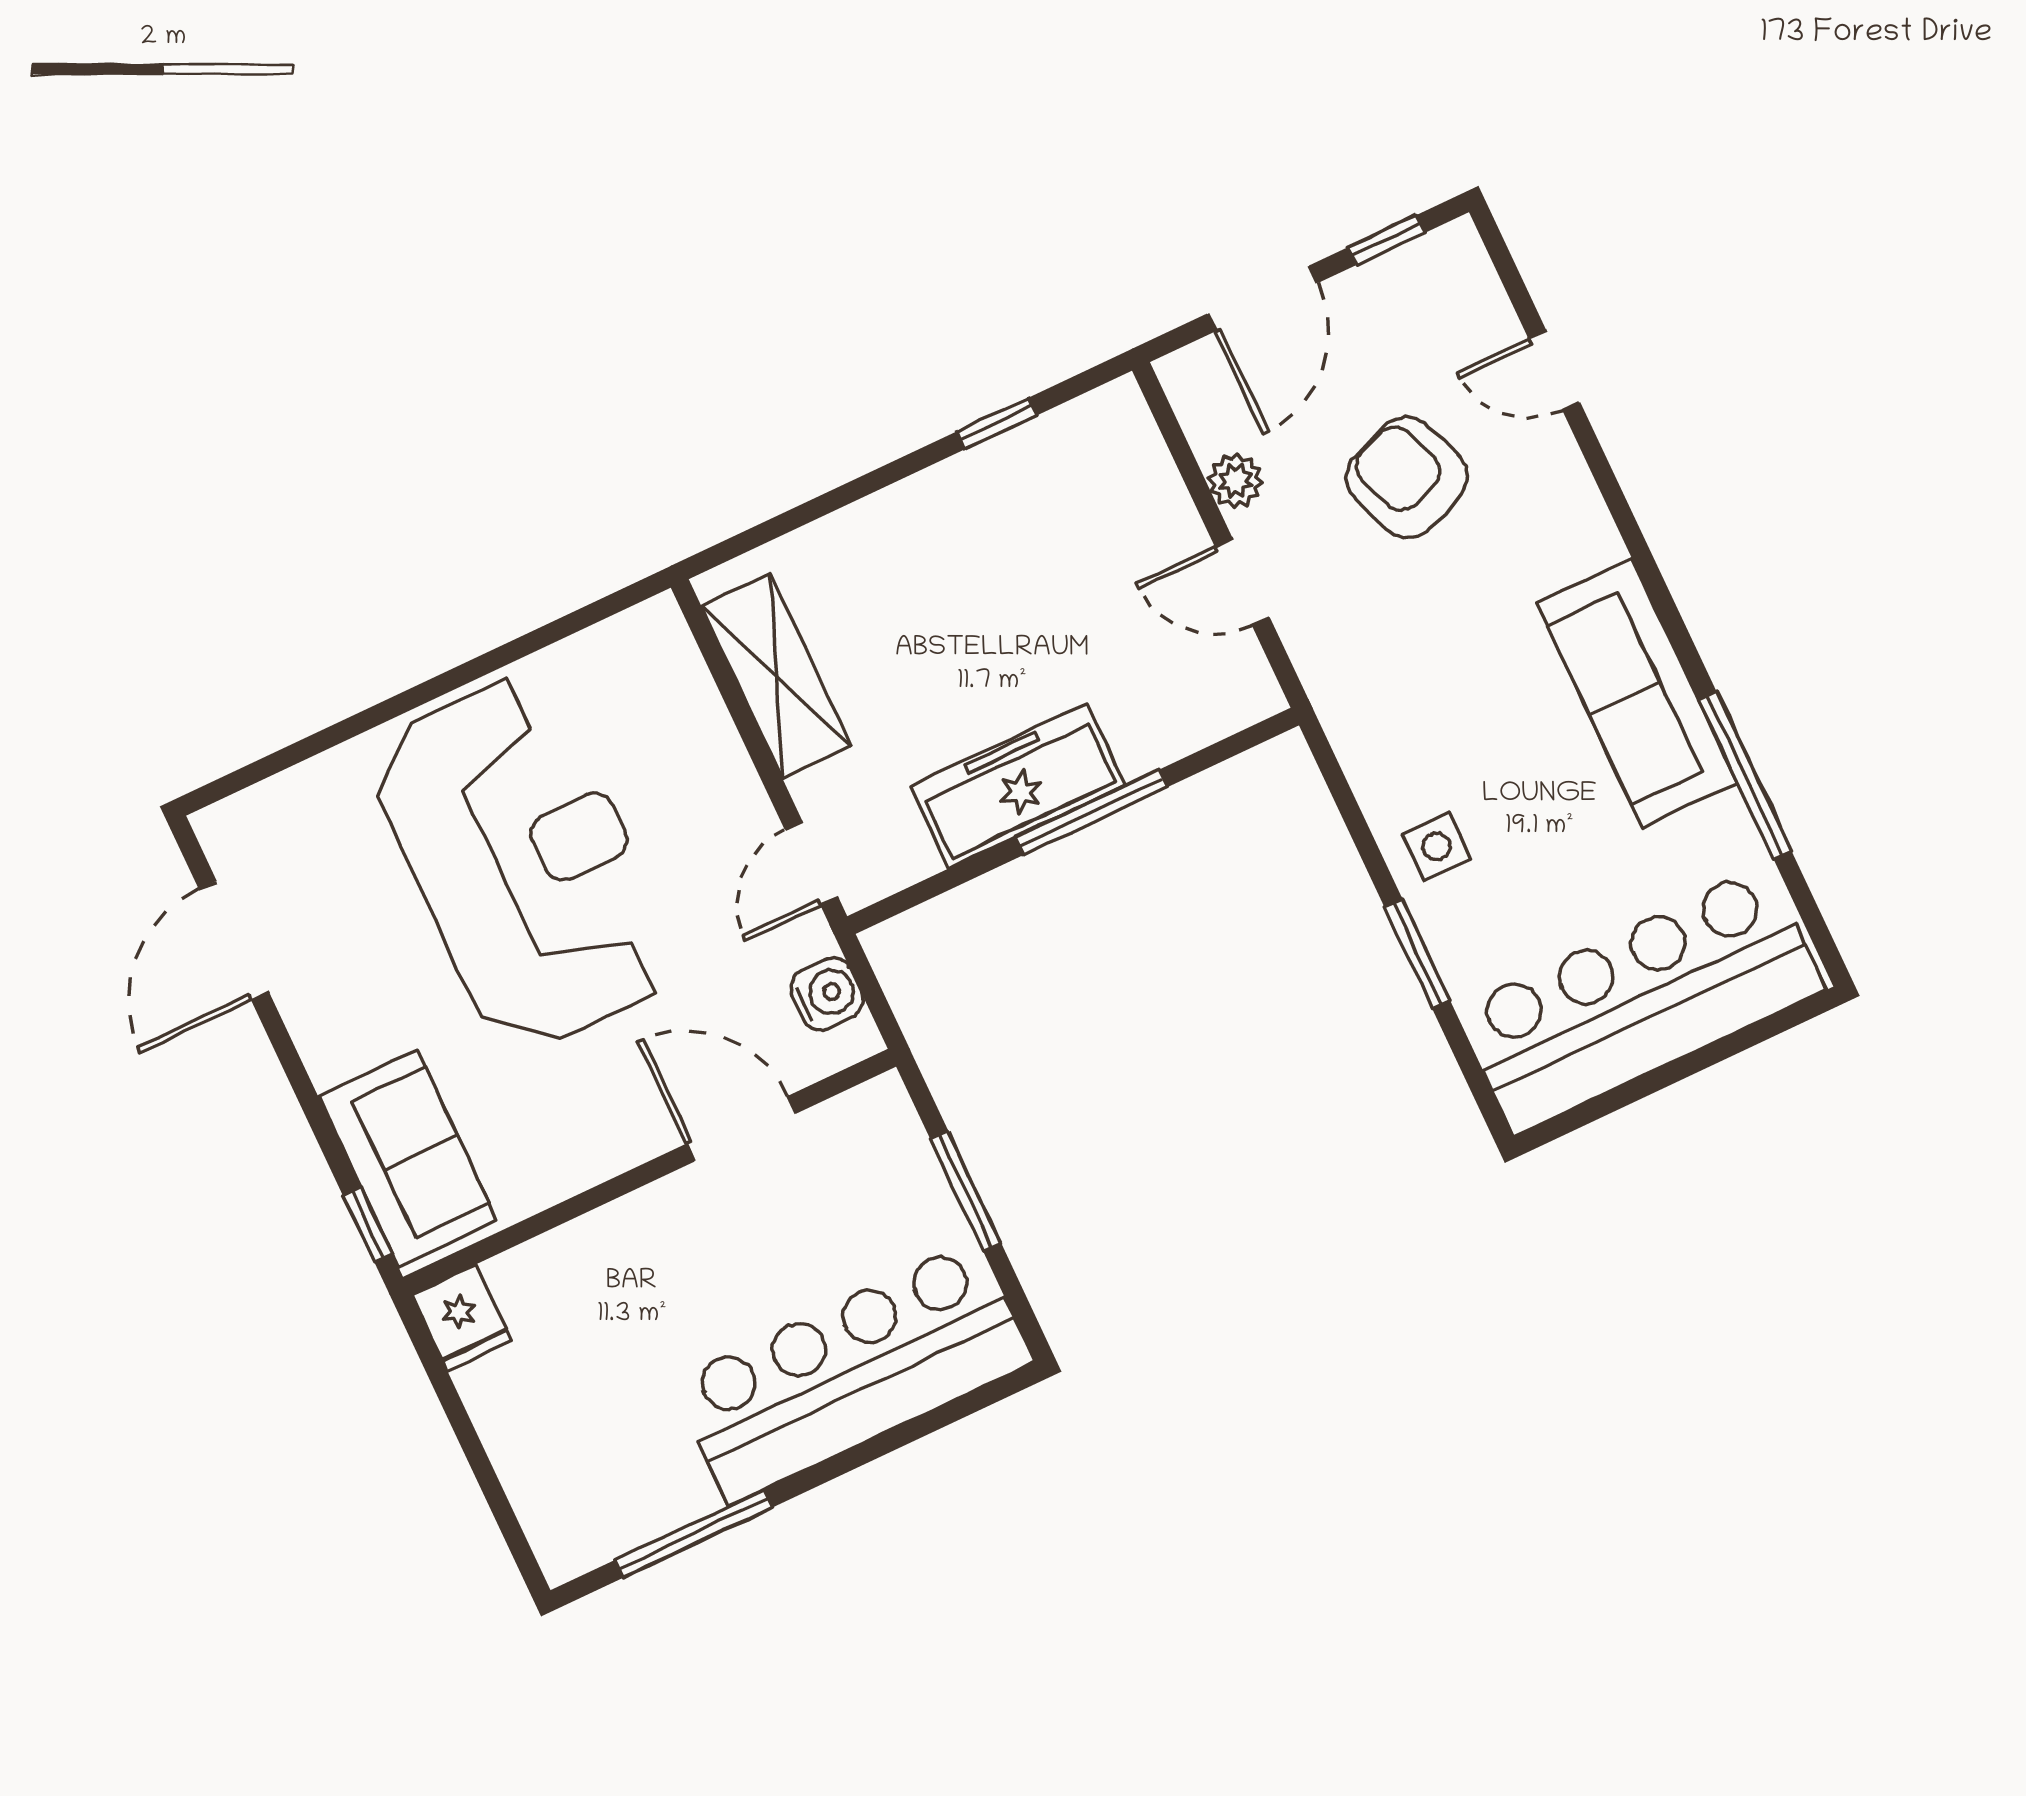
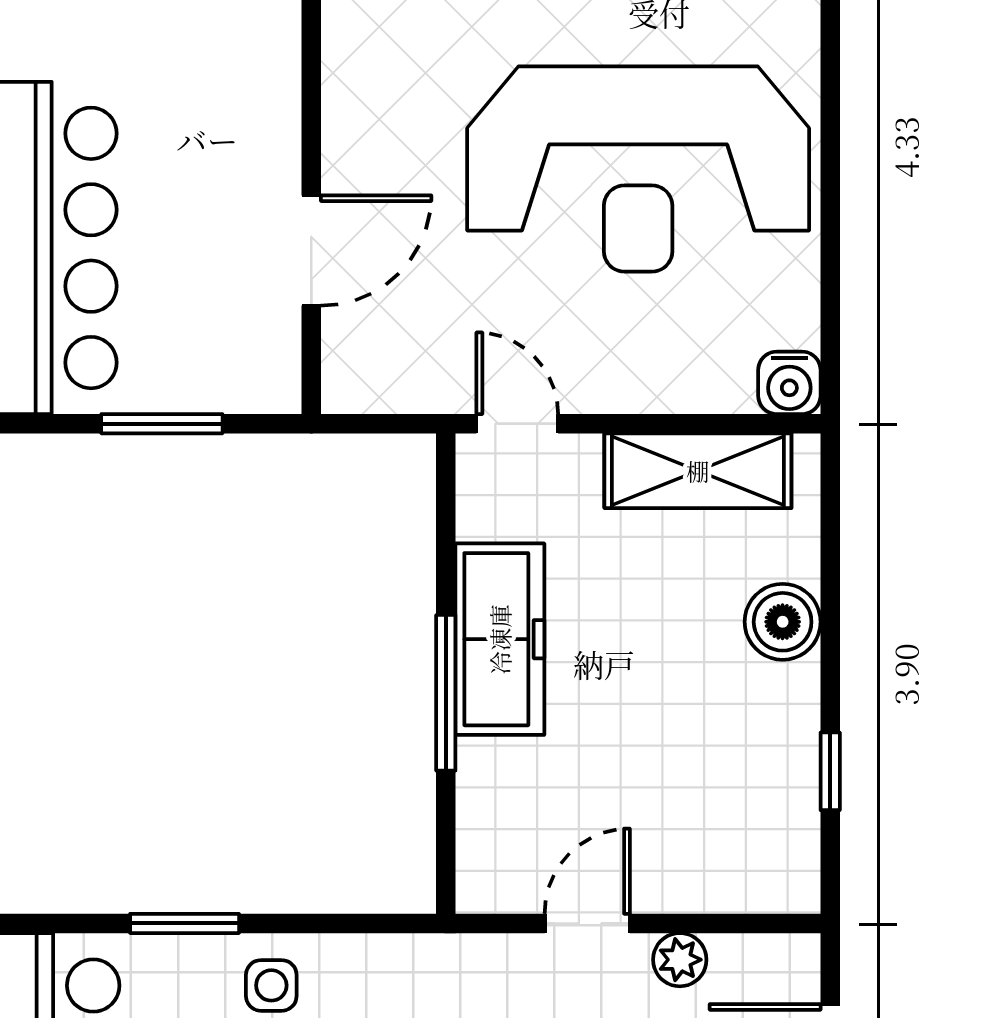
boiler: (879, 532) -> (783, 622), added
water cooler: (827, 994) -> (789, 383), moved

